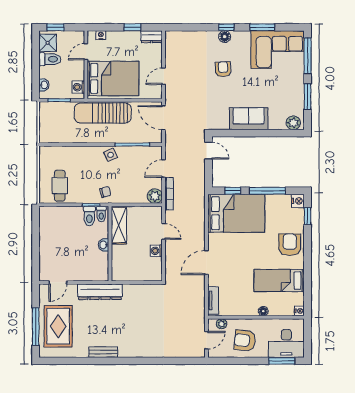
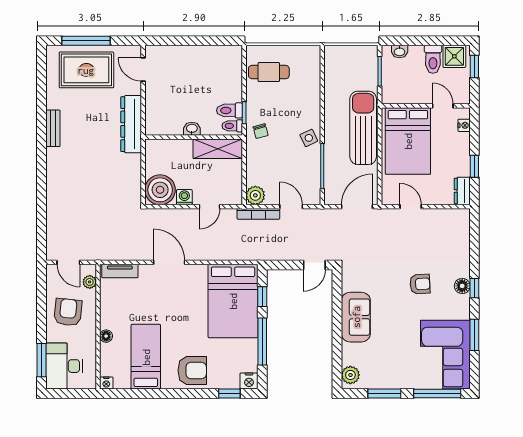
washing machine: (78, 87) -> (397, 96), removed
boiler: (151, 269) -> (160, 190), added

